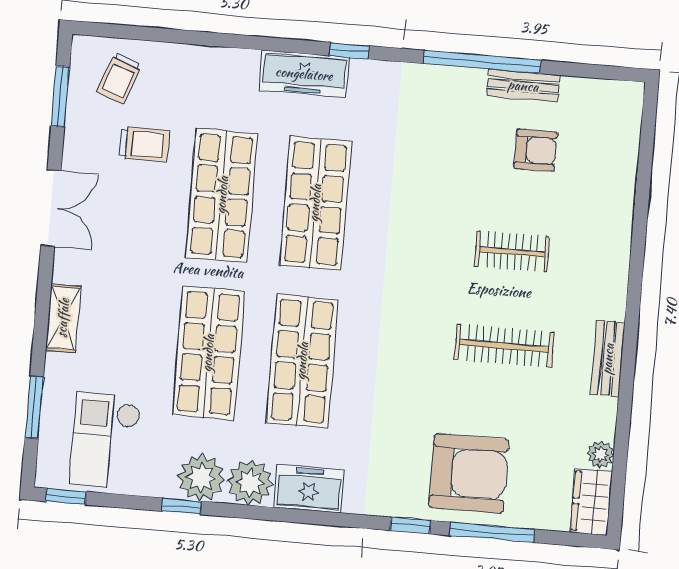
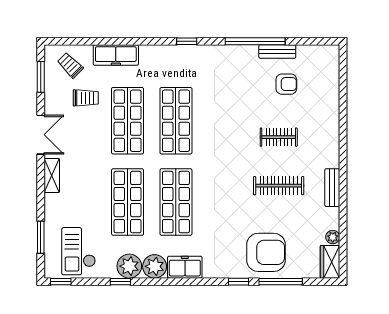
freezer: (304, 74) -> (116, 55), moved
trolley: (119, 78) -> (70, 65), turned 114
shelving: (63, 318) -> (52, 175), moved

